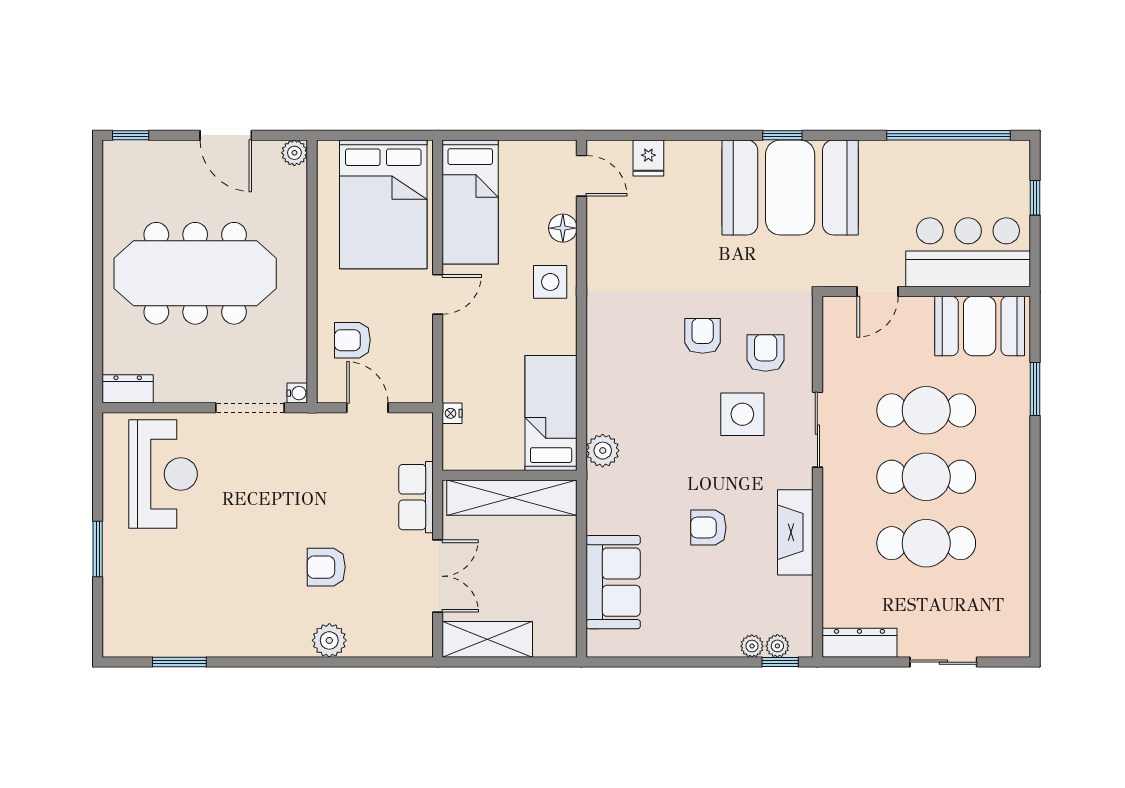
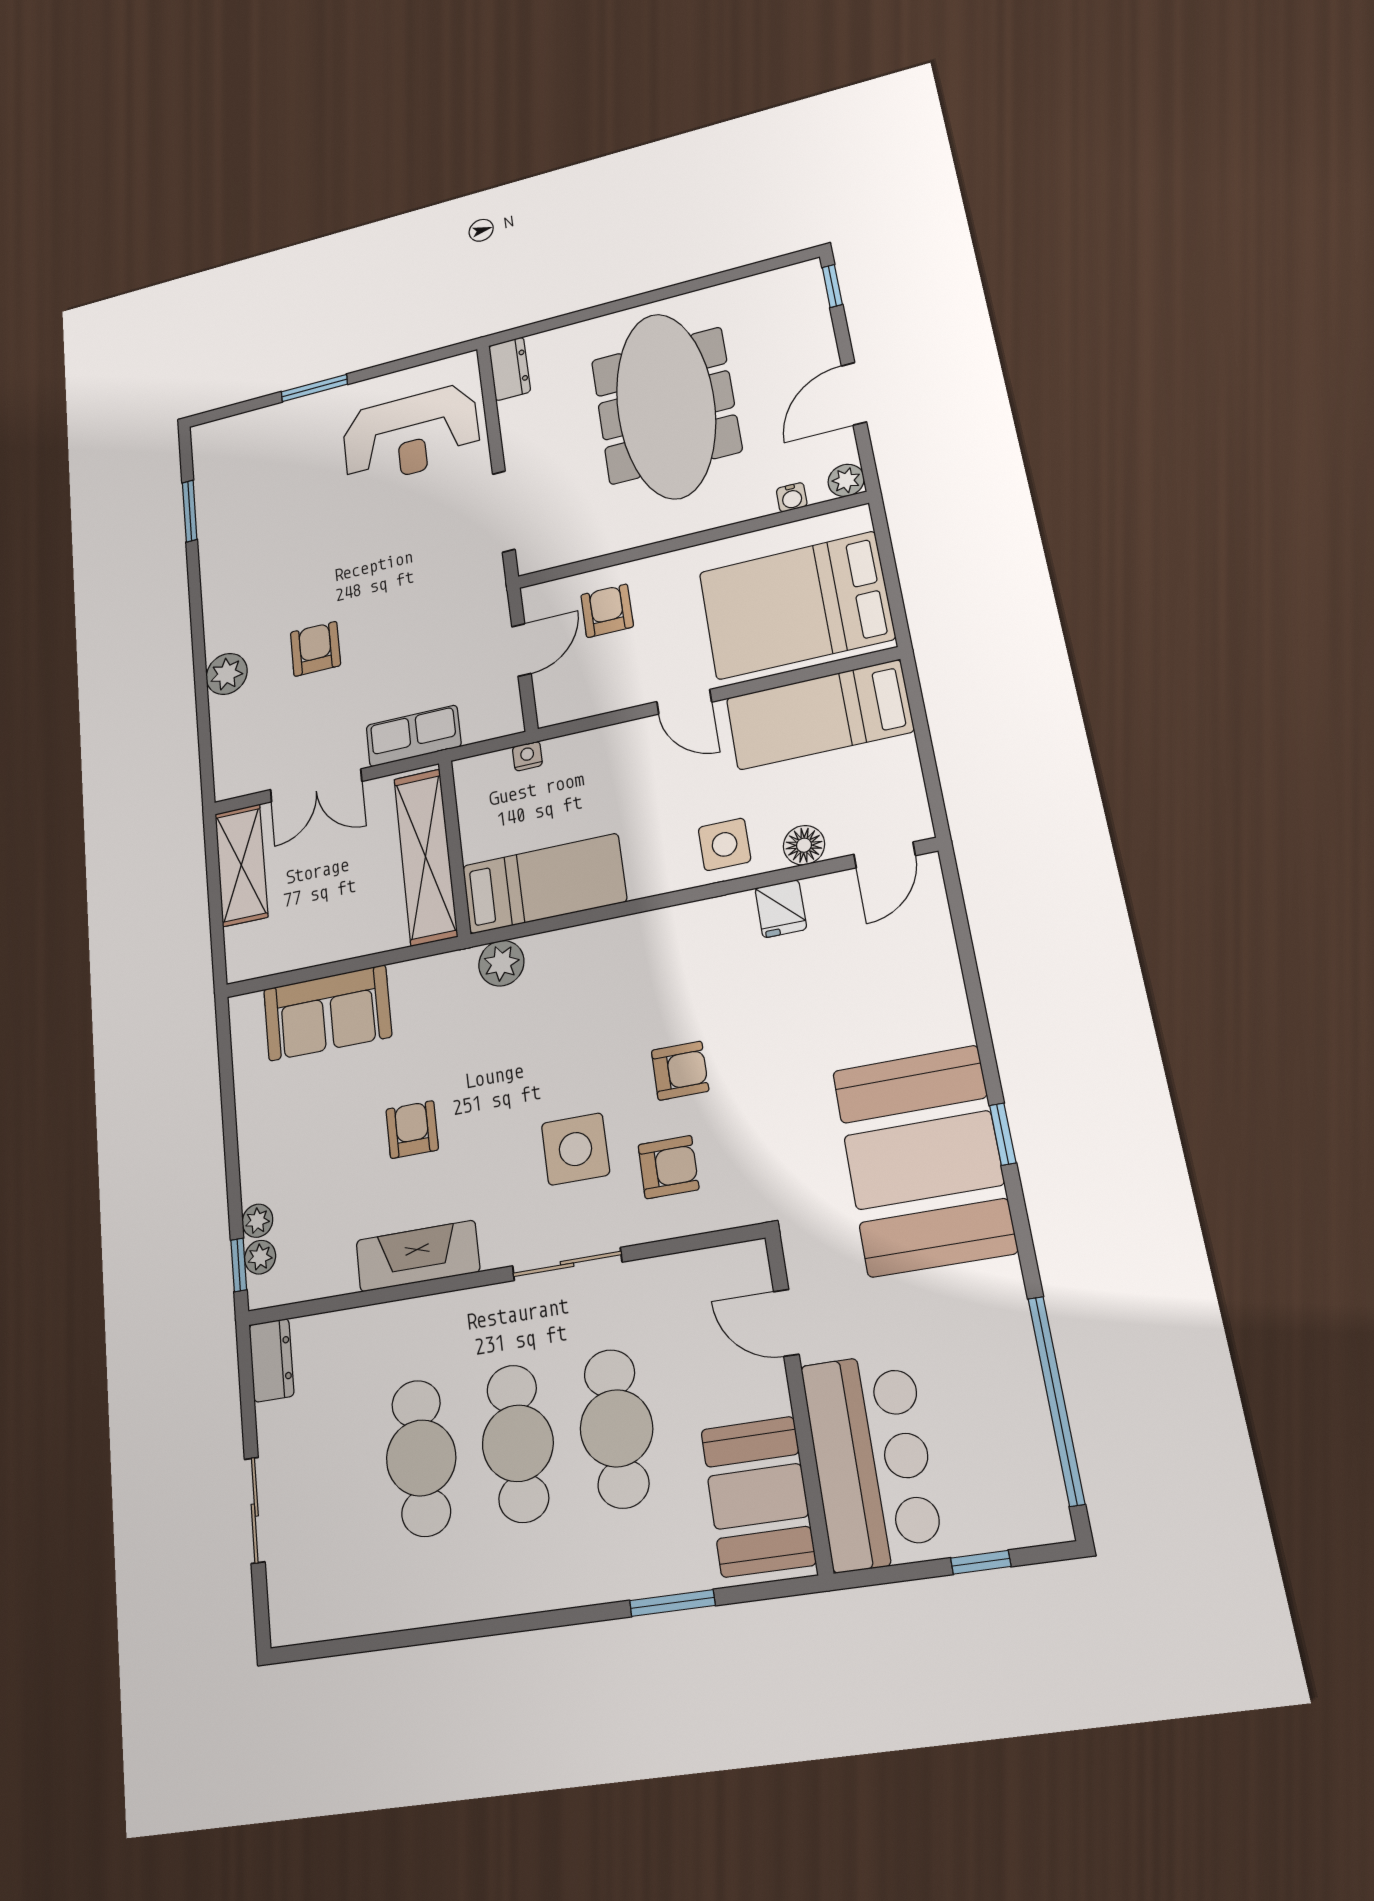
fridge: (648, 158) -> (781, 909), moved, turned -90
water cooler: (297, 393) -> (792, 497), moved
dresser: (859, 643) -> (271, 1360), width x0.70

